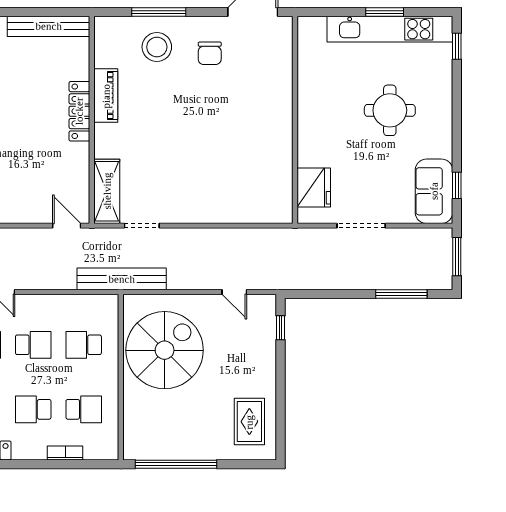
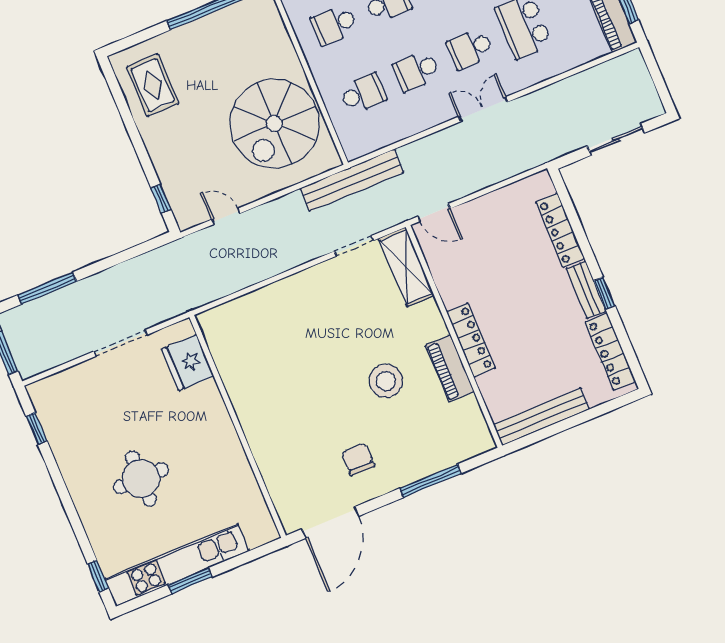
stool: (157, 47) -> (386, 381), moved
sofa: (434, 191) -> (58, 412), removed

